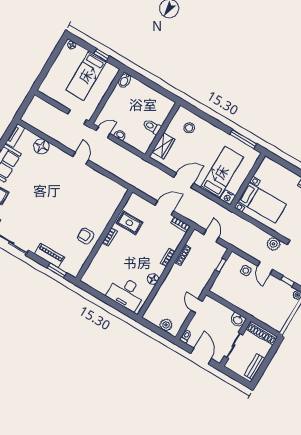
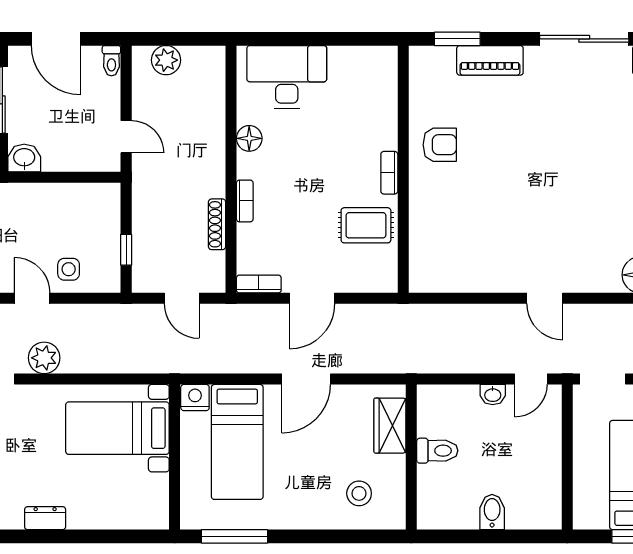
bidet: (125, 80) -> (492, 512), moved

